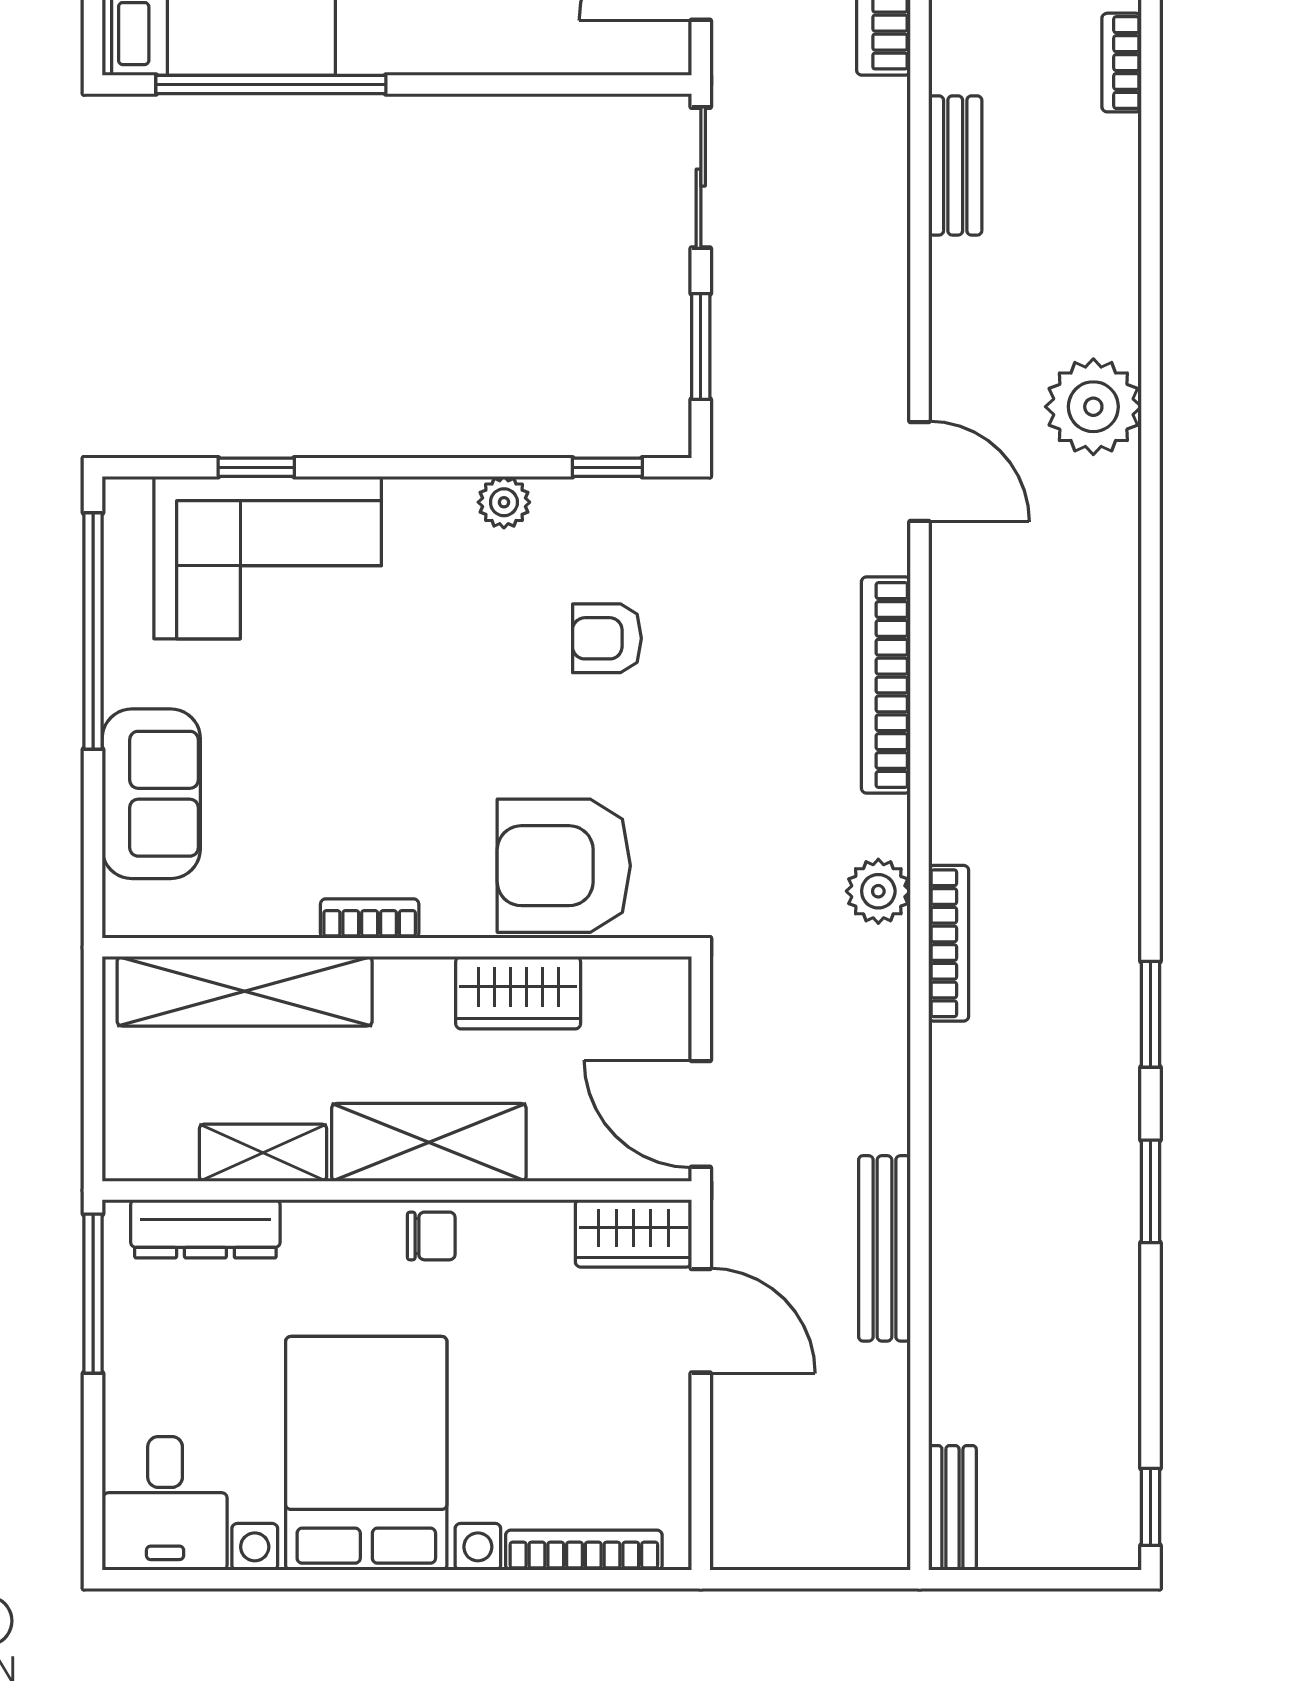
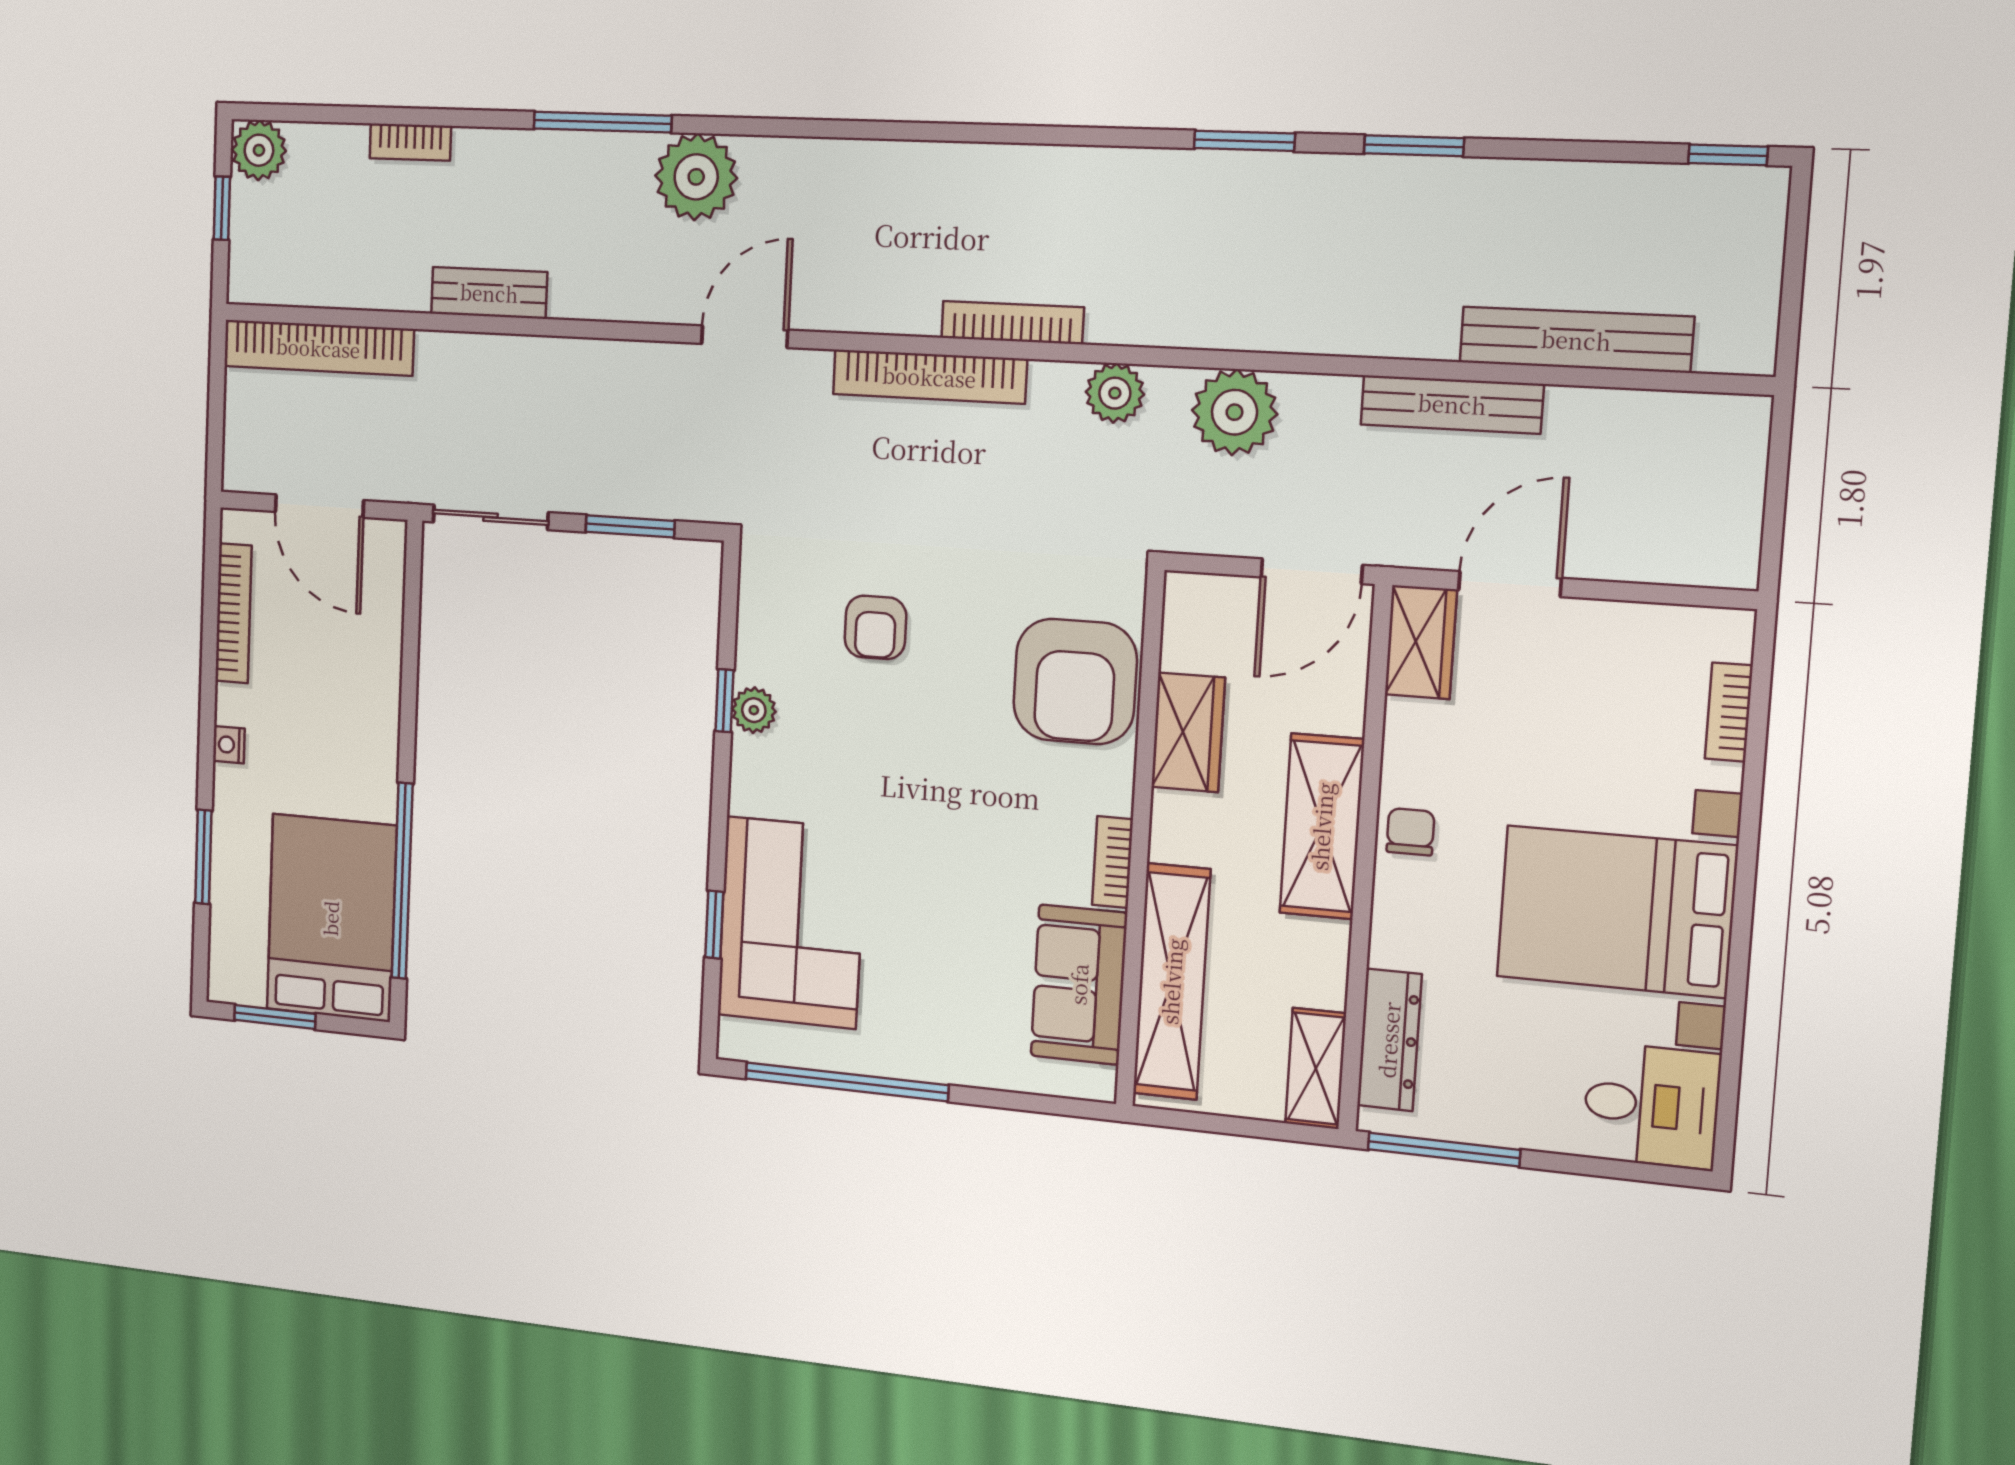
window: (1150, 294) -> (602, 122), added
window: (607, 467) -> (724, 701), moved
sofa: (151, 794) -> (1079, 984), moved, turned -90
bookcase: (949, 943) -> (1012, 323), moved
plant: (865, 1021) -> (1234, 412), added
shelving: (263, 1153) -> (1316, 1068), moved
bench: (952, 1508) -> (1576, 340), moved, width x1.86, depth x1.21
bookcase: (584, 1550) -> (1729, 712), width x0.64

